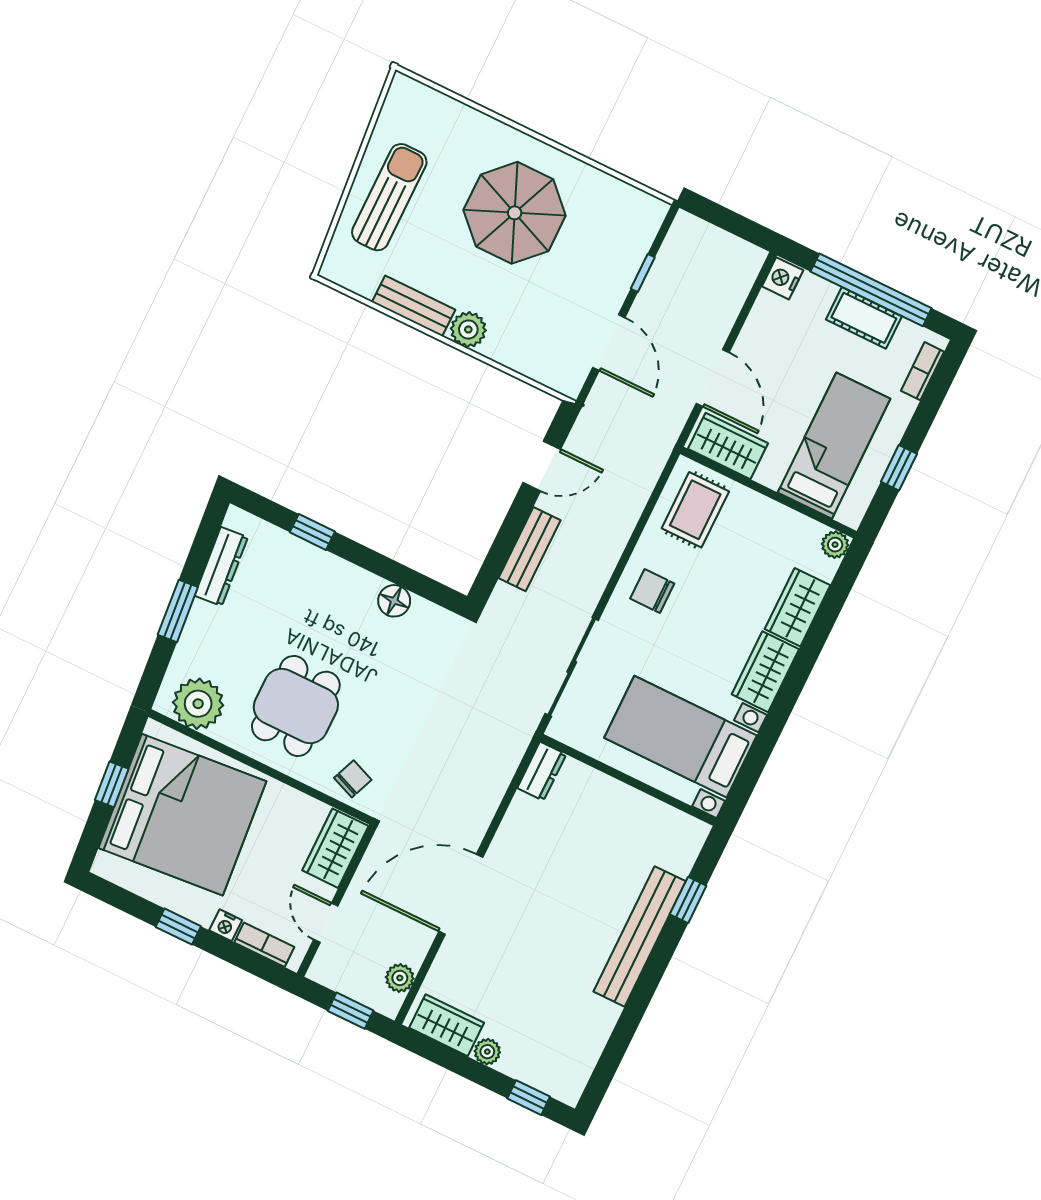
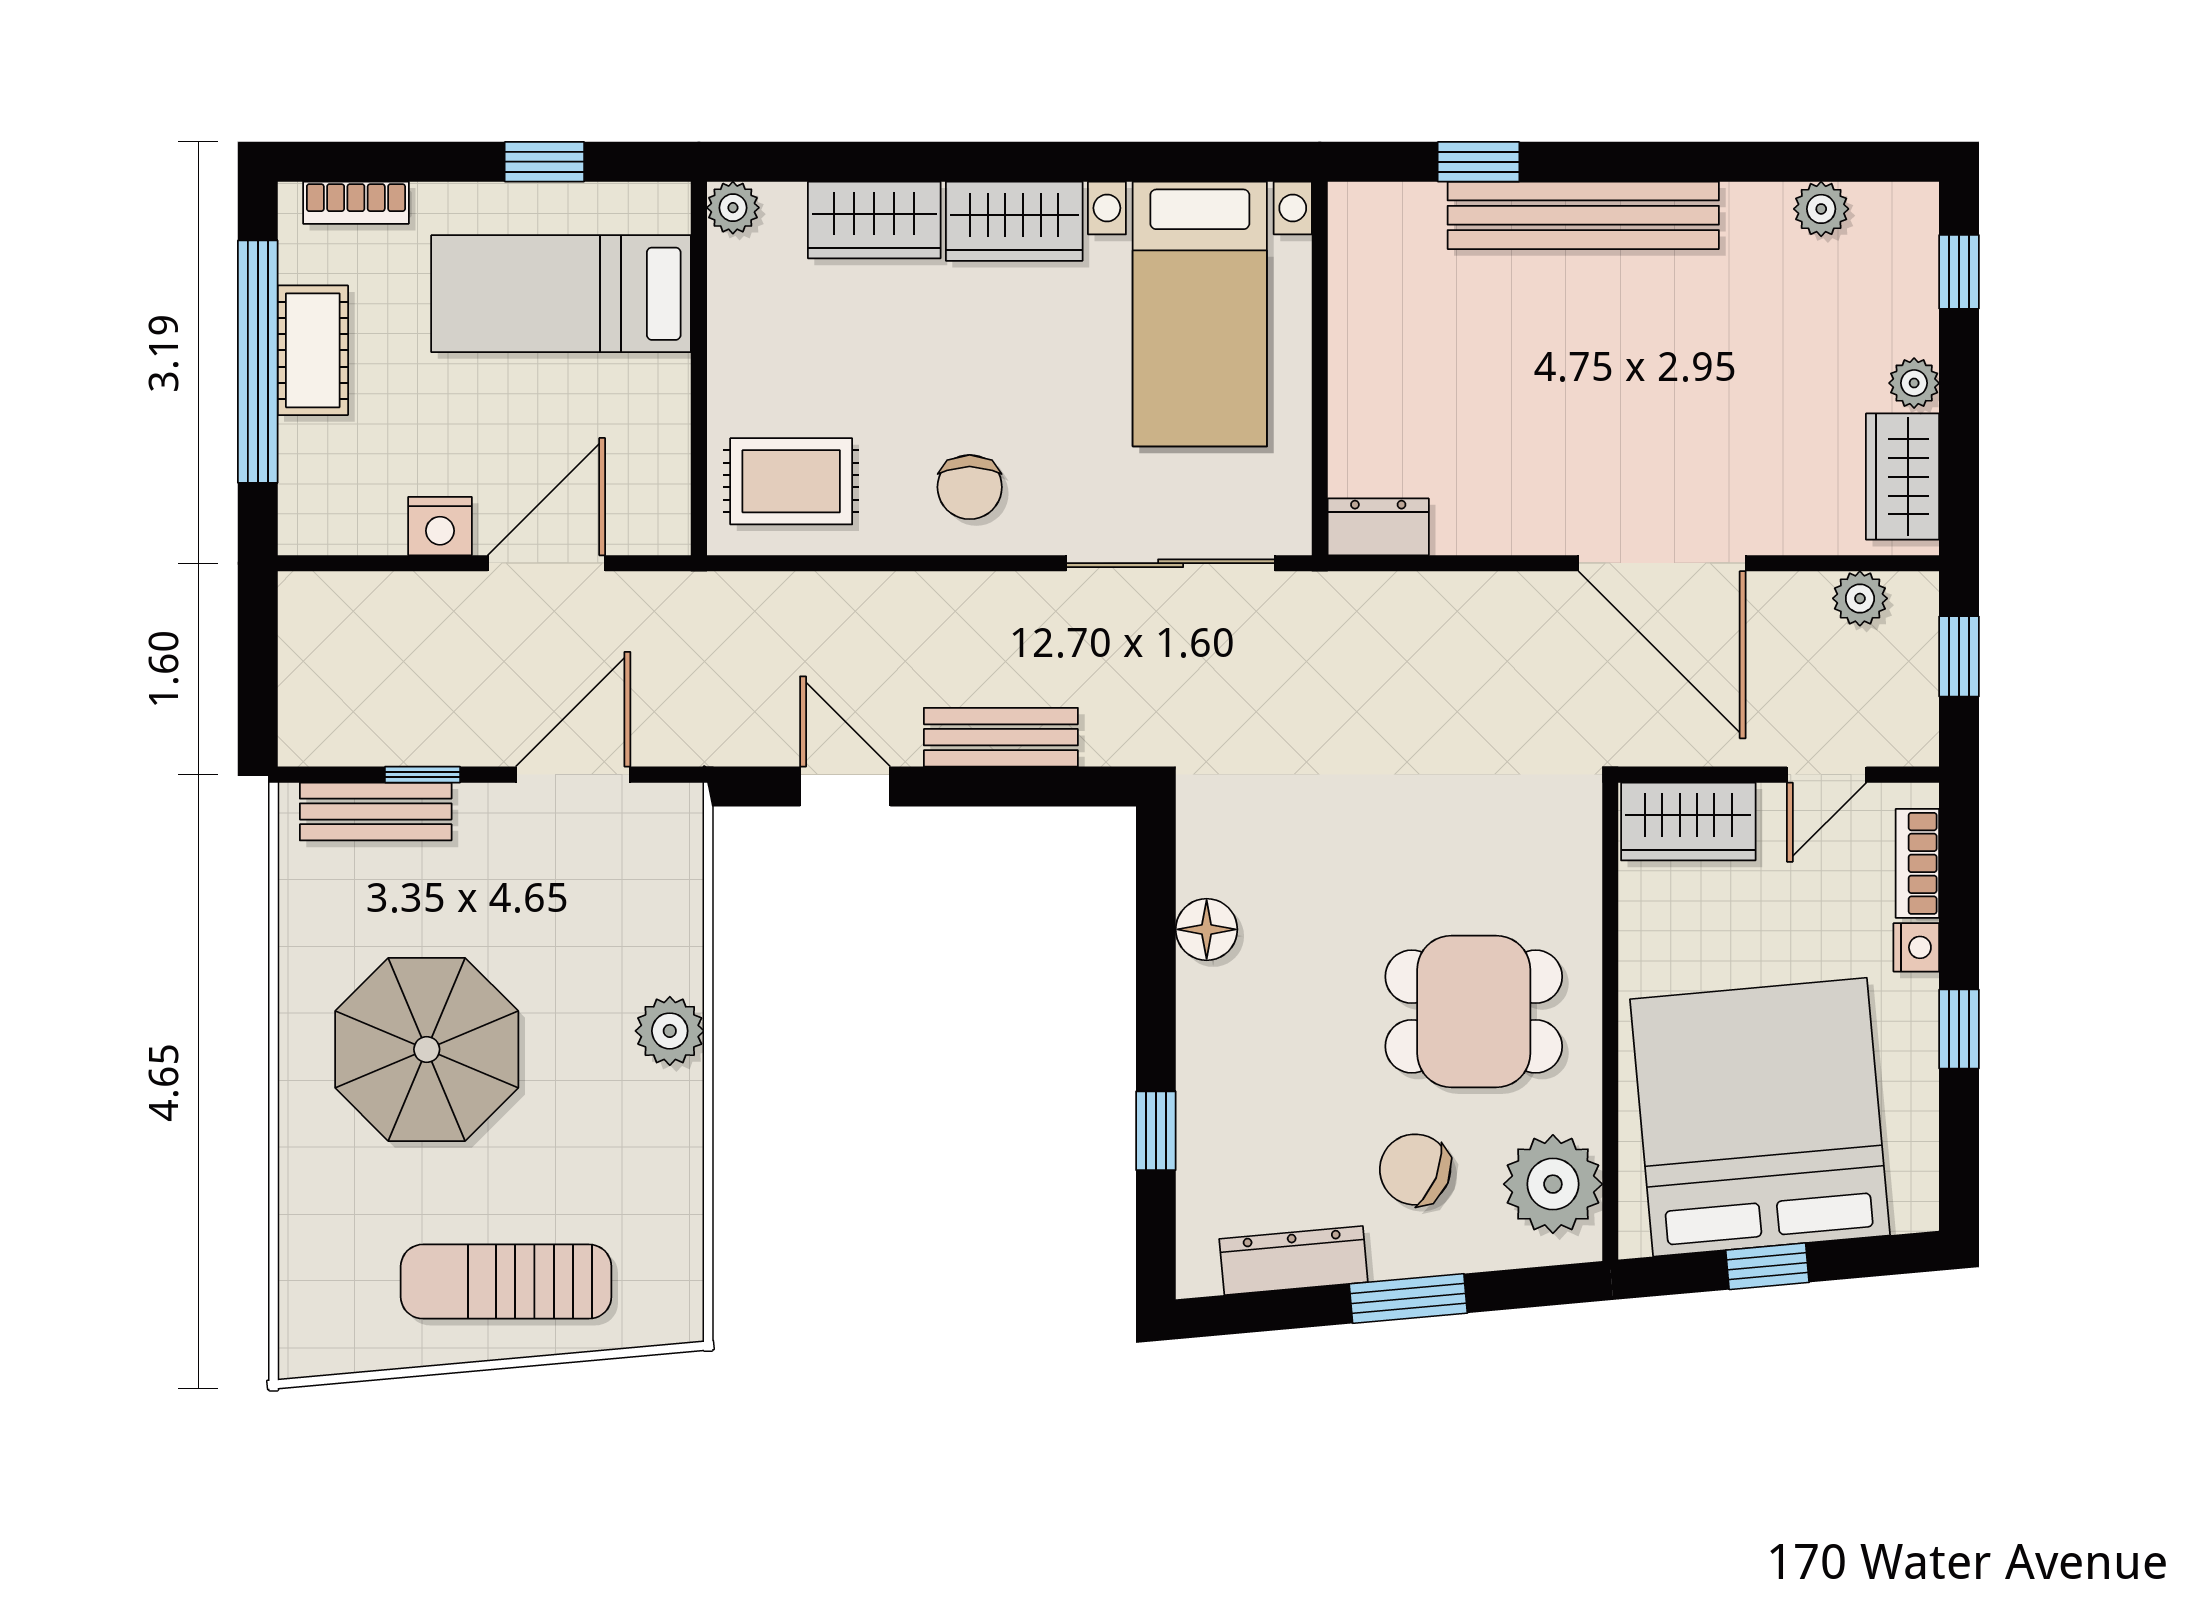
nightstand: (783, 278) -> (440, 526), moved
bench: (414, 306) -> (376, 811), moved, turned 90
wardrobe: (728, 446) -> (652, 479), removed
chair: (353, 779) -> (1415, 1170), moved, width x1.37, depth x1.37
plant: (589, 1048) -> (1821, 209), added

